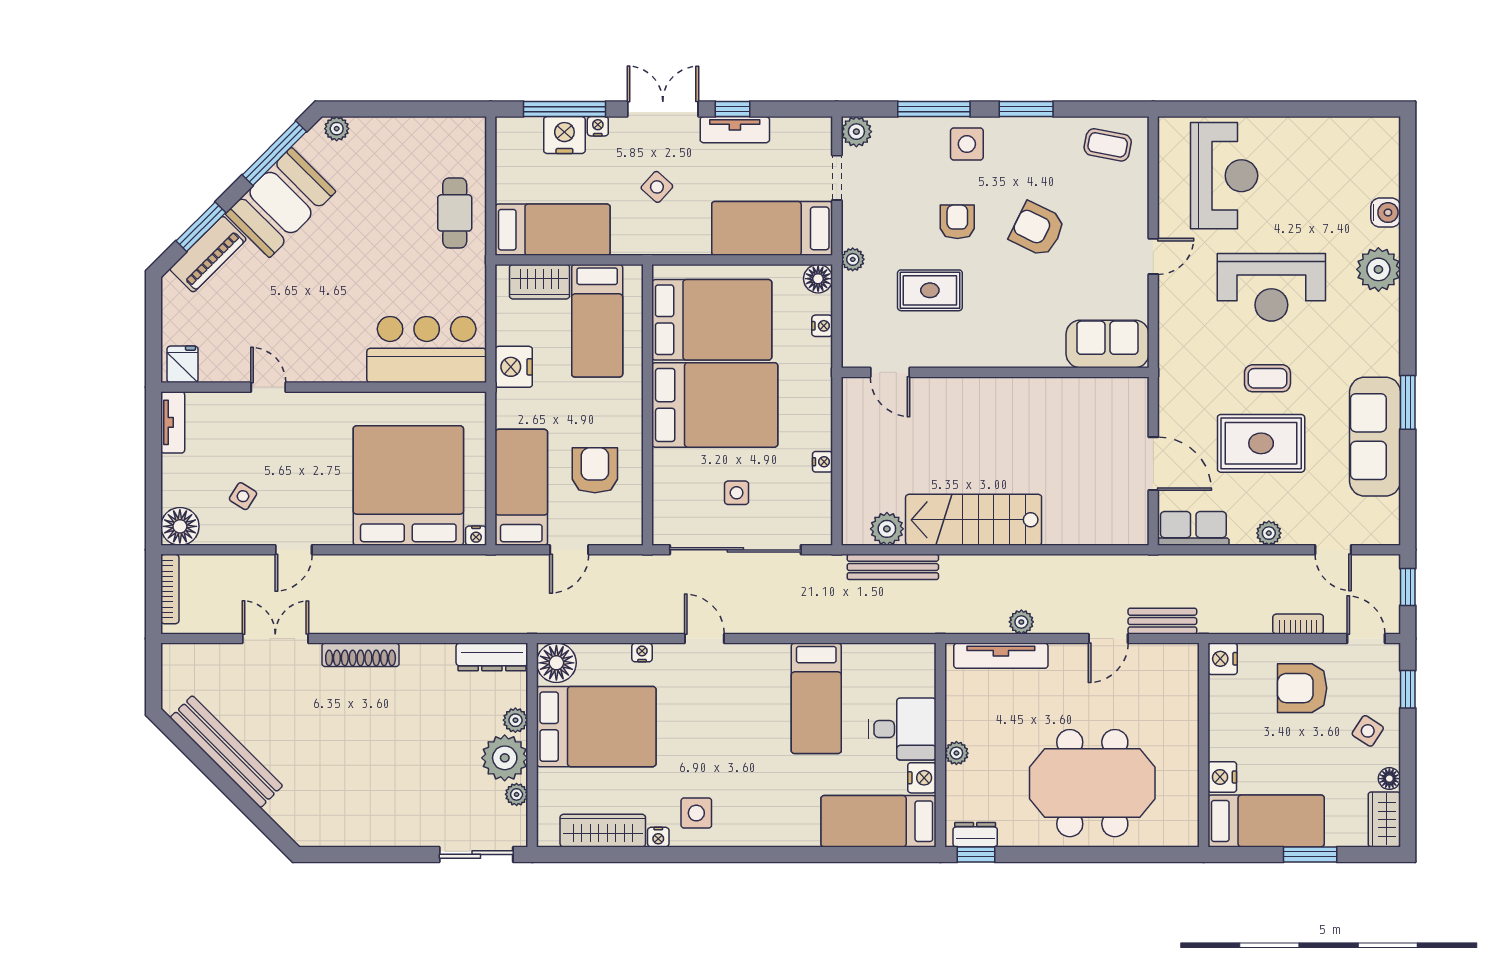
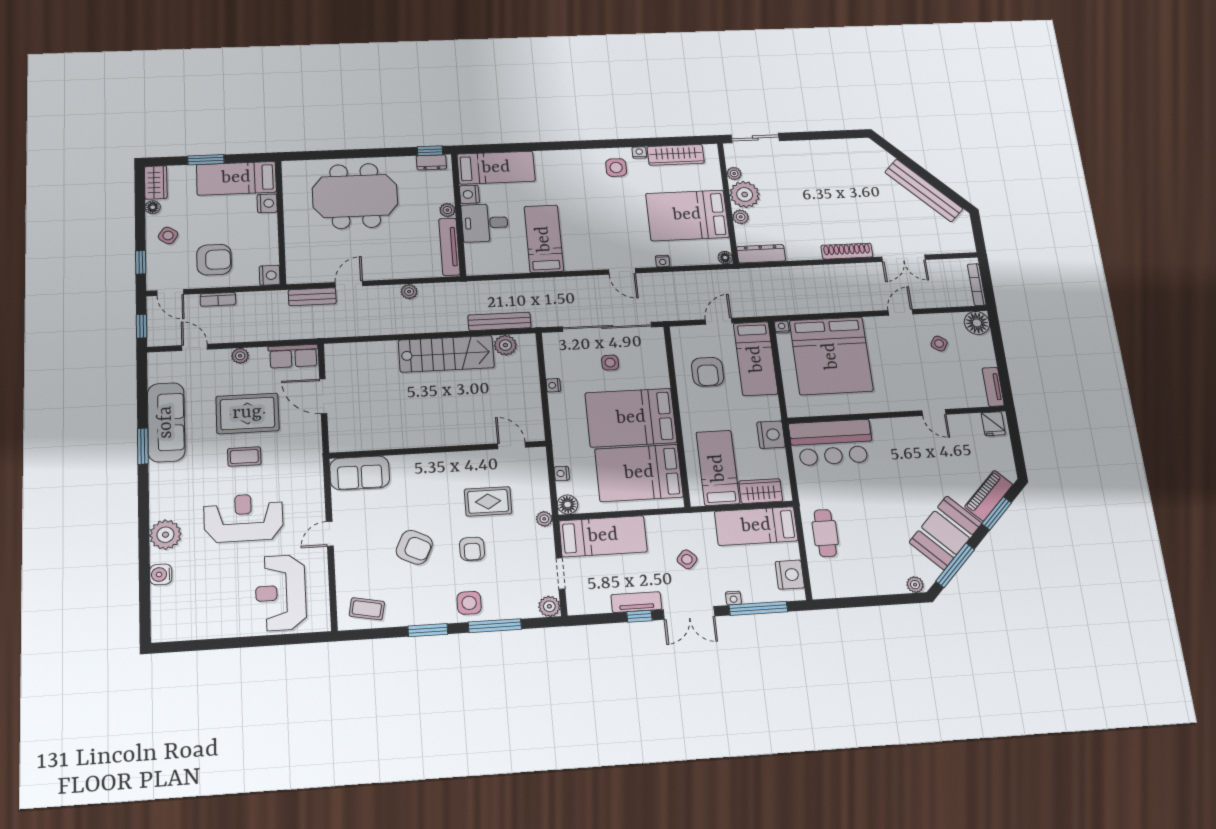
nightstand: (564, 135) -> (790, 575), moved, turned -90
tv unit: (1001, 656) -> (449, 247), moved, turned -90
floor lamp: (556, 663) -> (725, 258), width x0.53, depth x0.53

